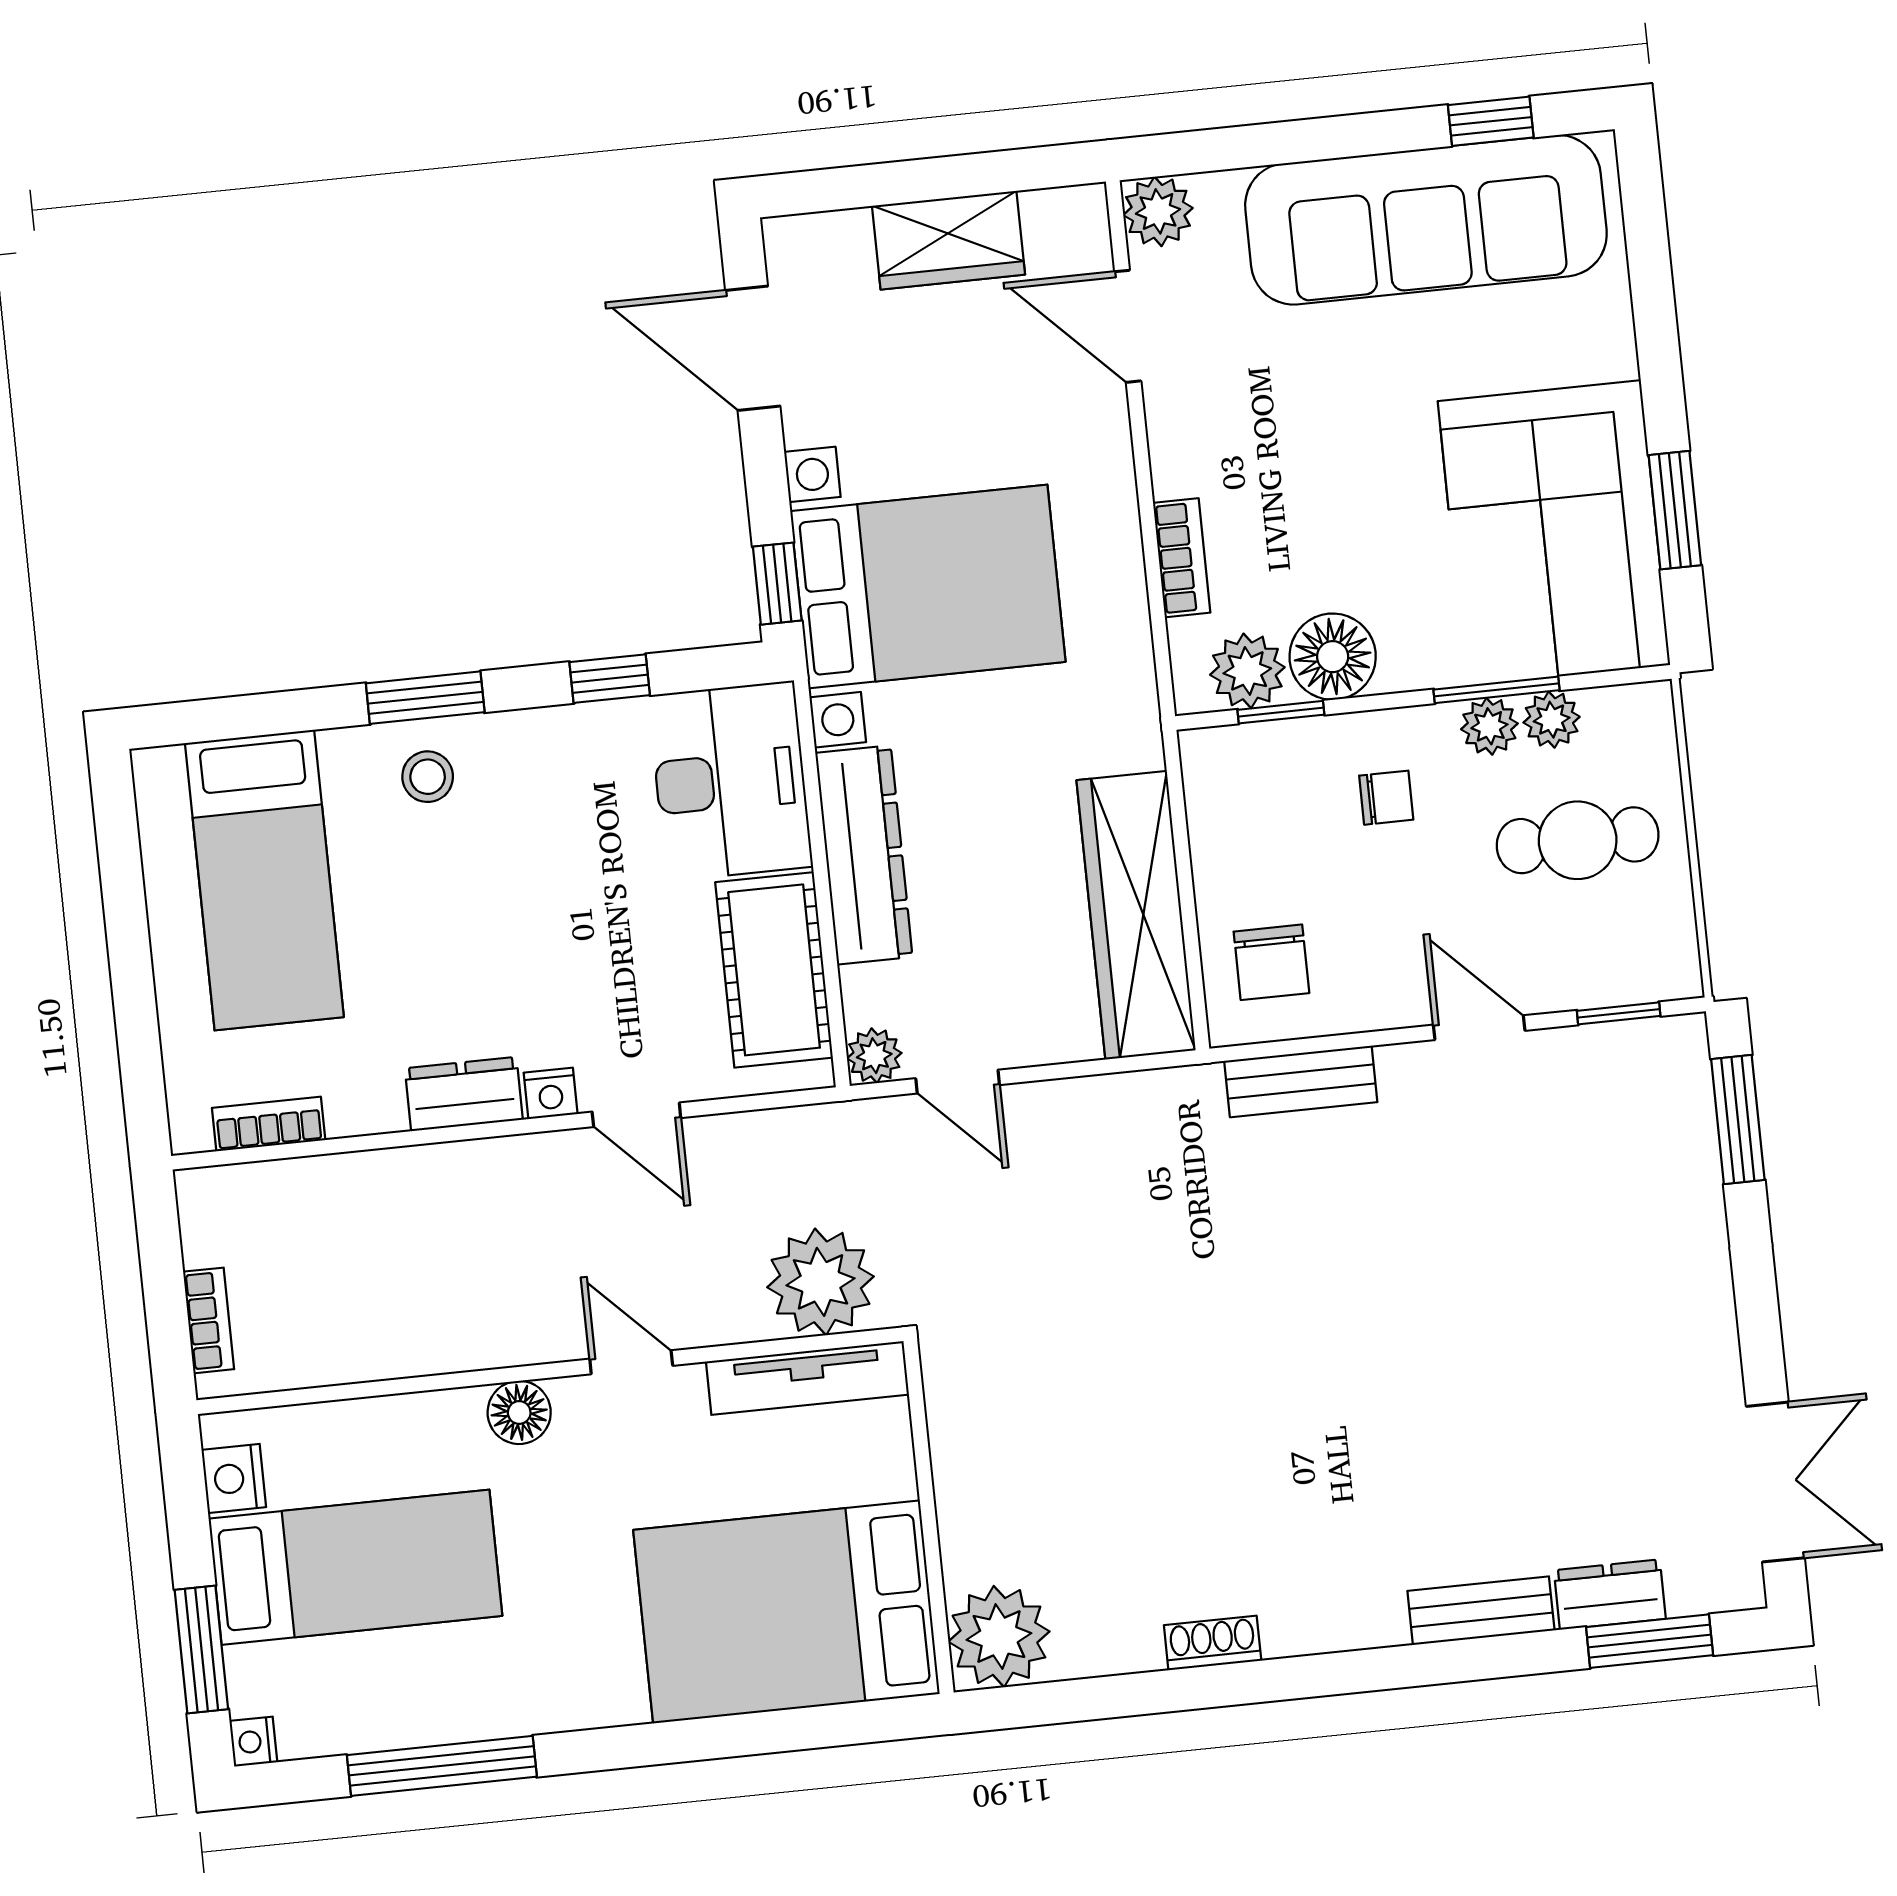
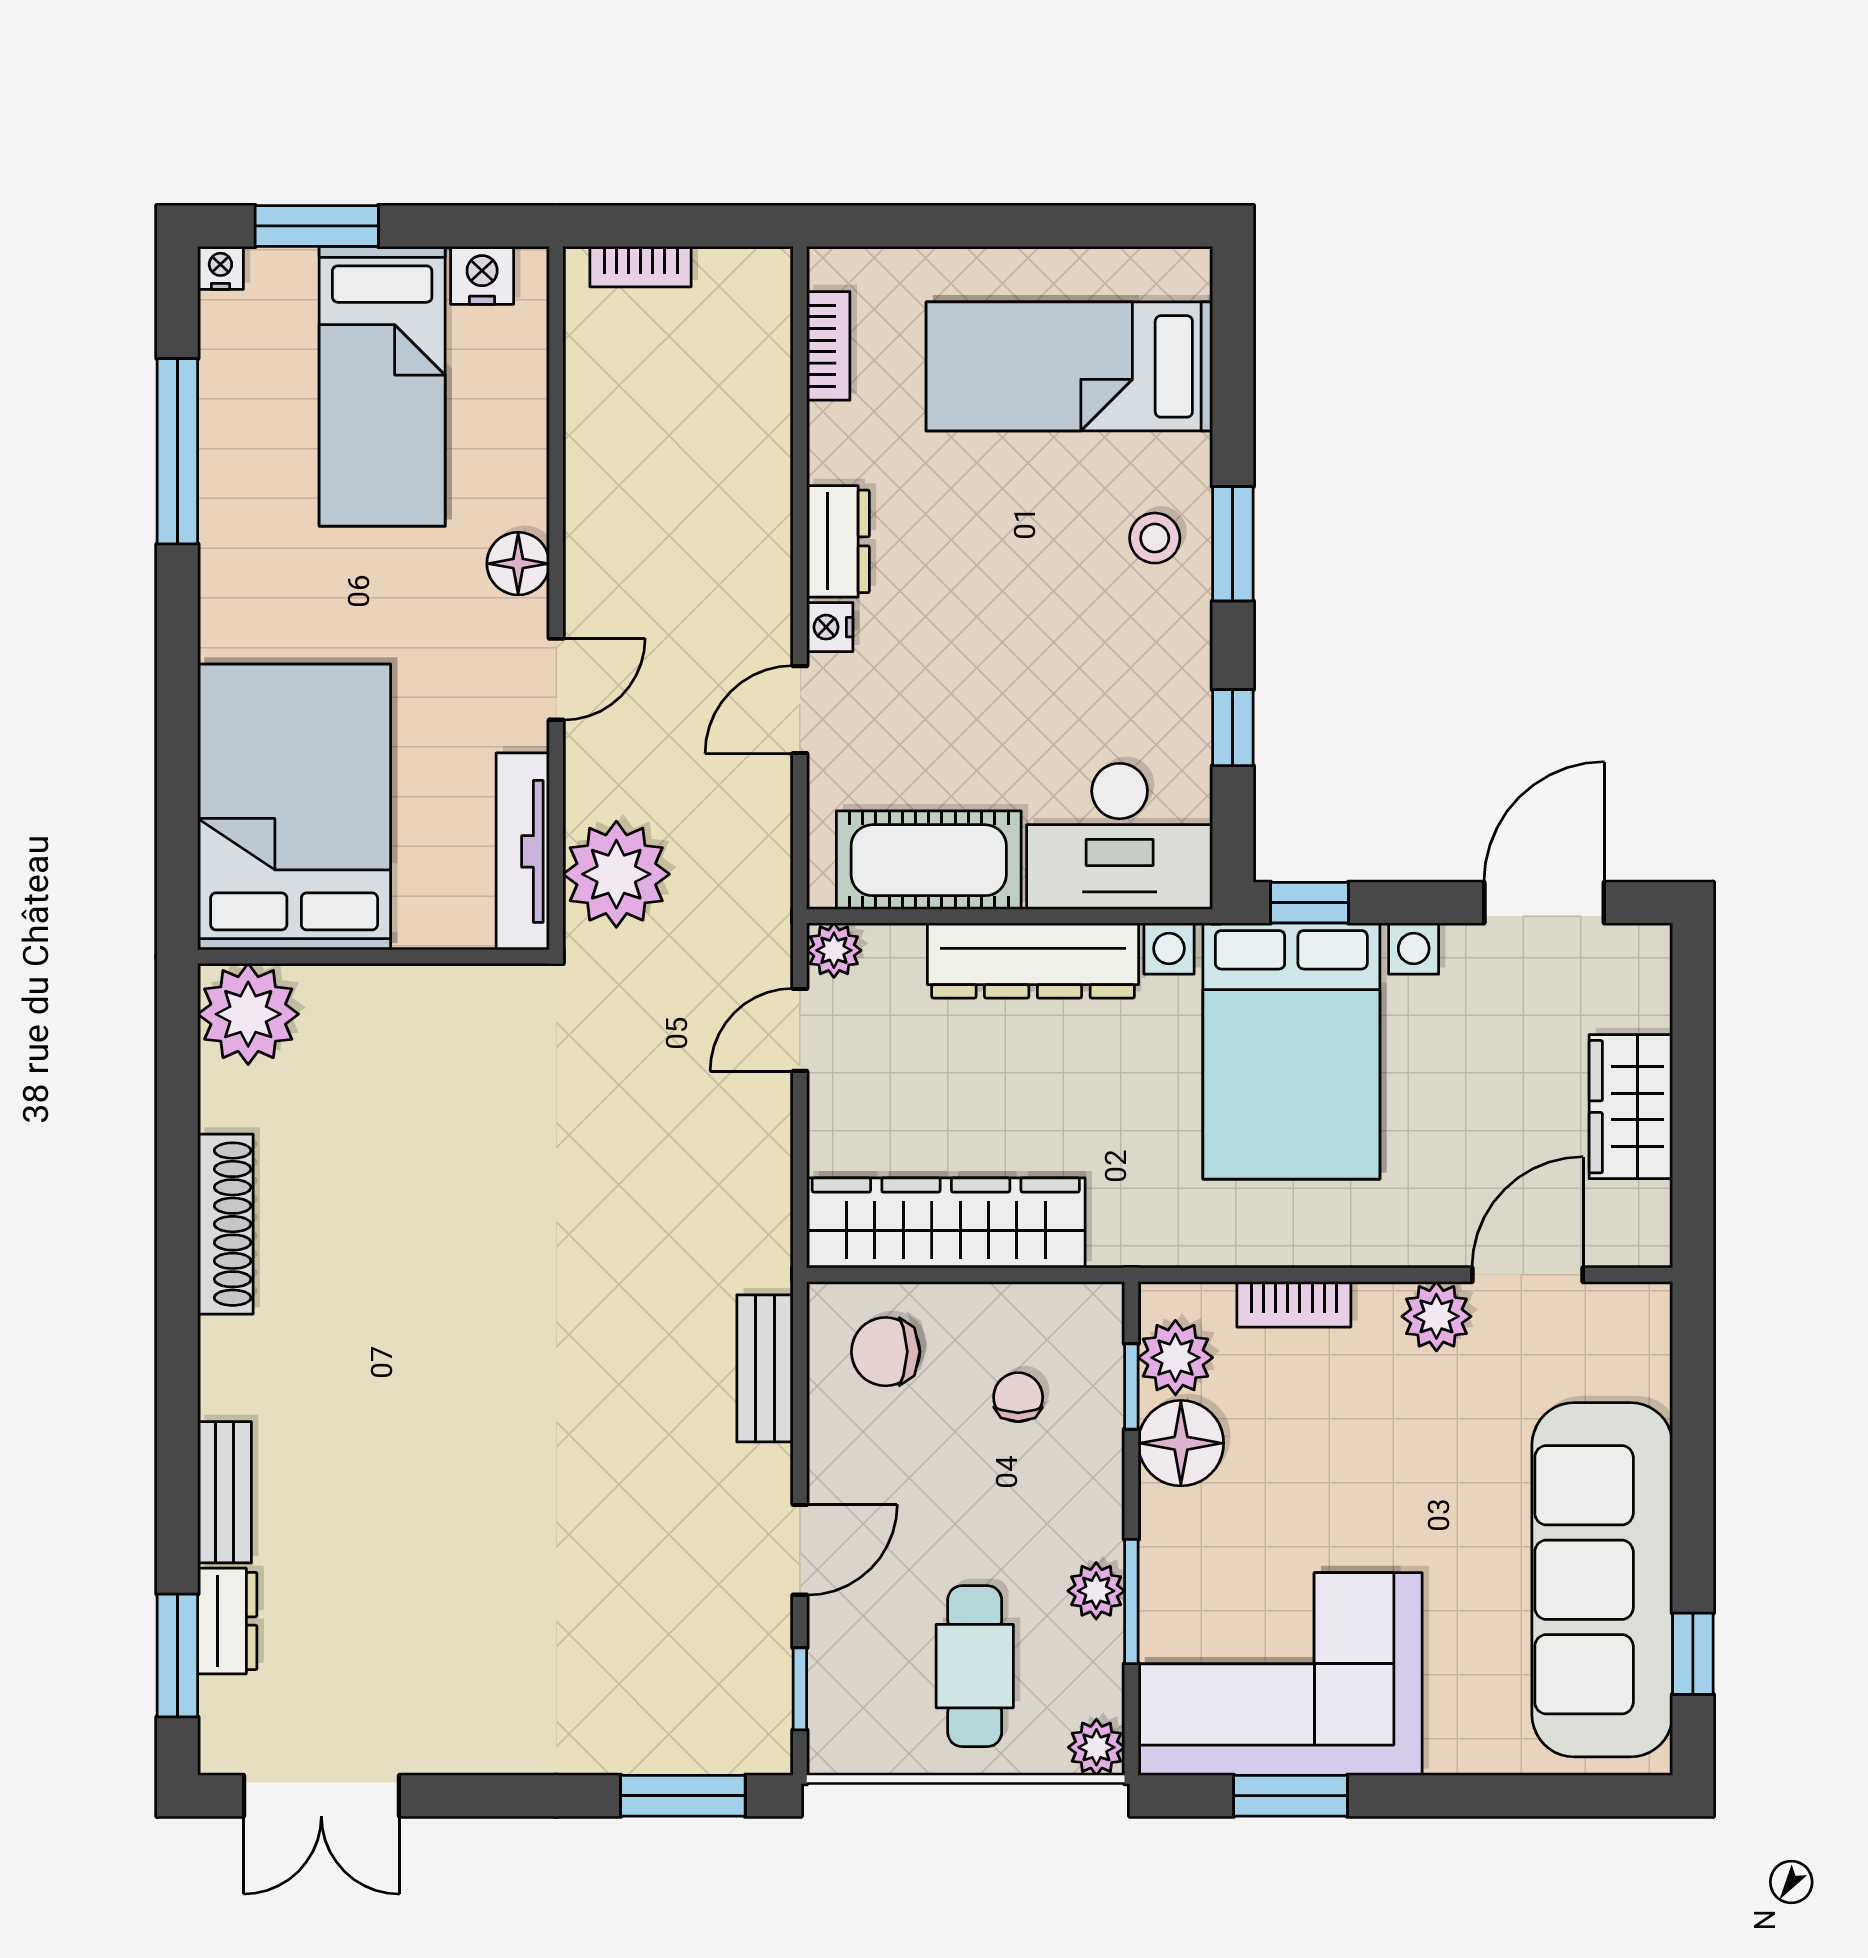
plant: (1158, 211) -> (1436, 1316), moved
plant: (1552, 720) -> (1096, 1747), moved
chair: (1386, 798) -> (1018, 1397), moved, turned 180
shoe rack: (1213, 1643) -> (225, 1224), width x1.94, depth x1.24

